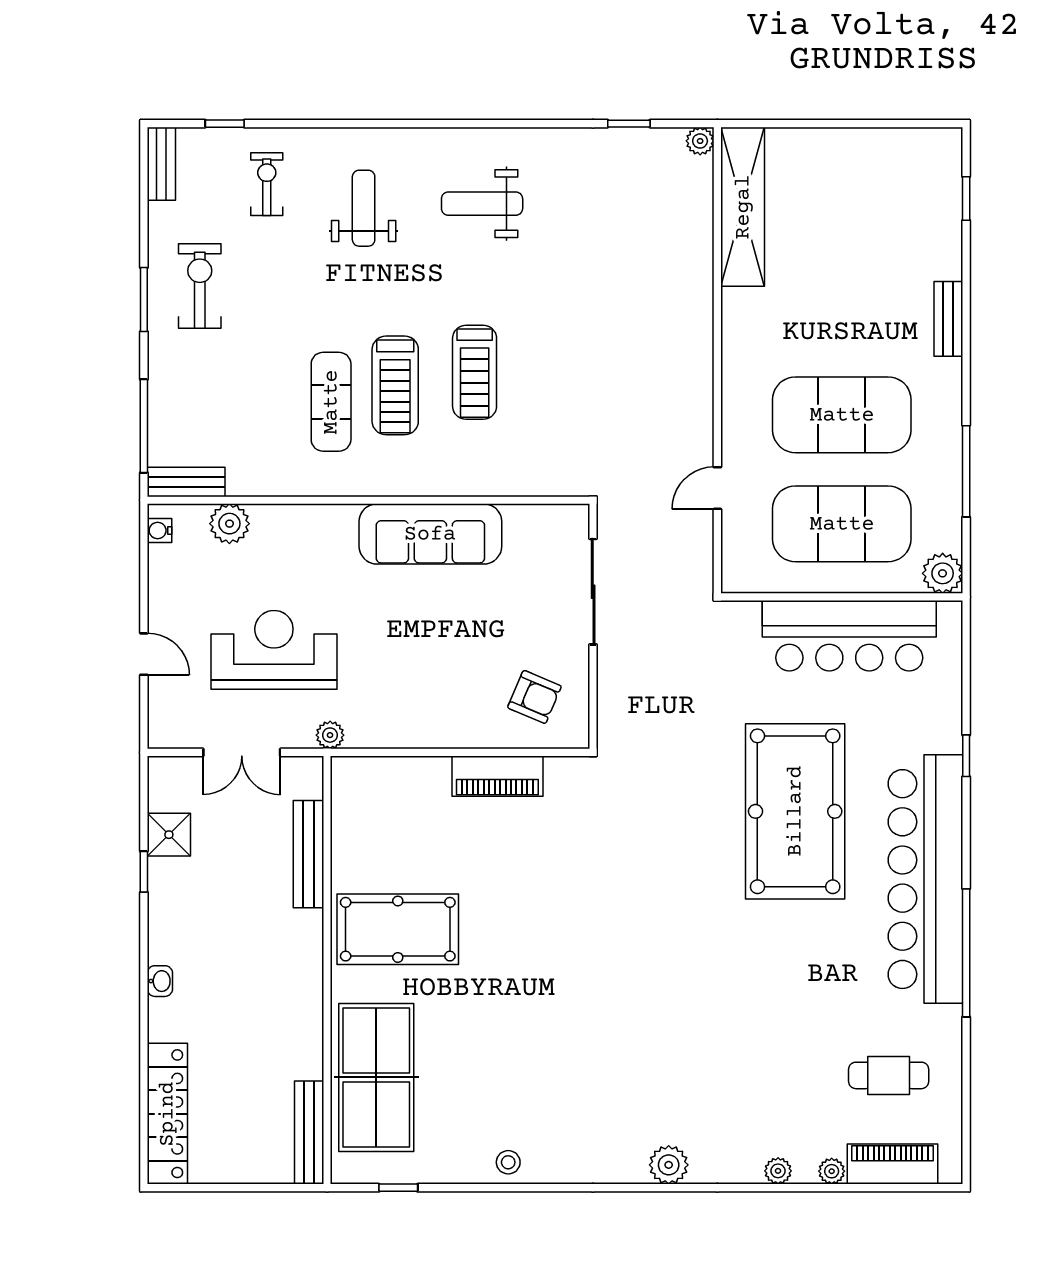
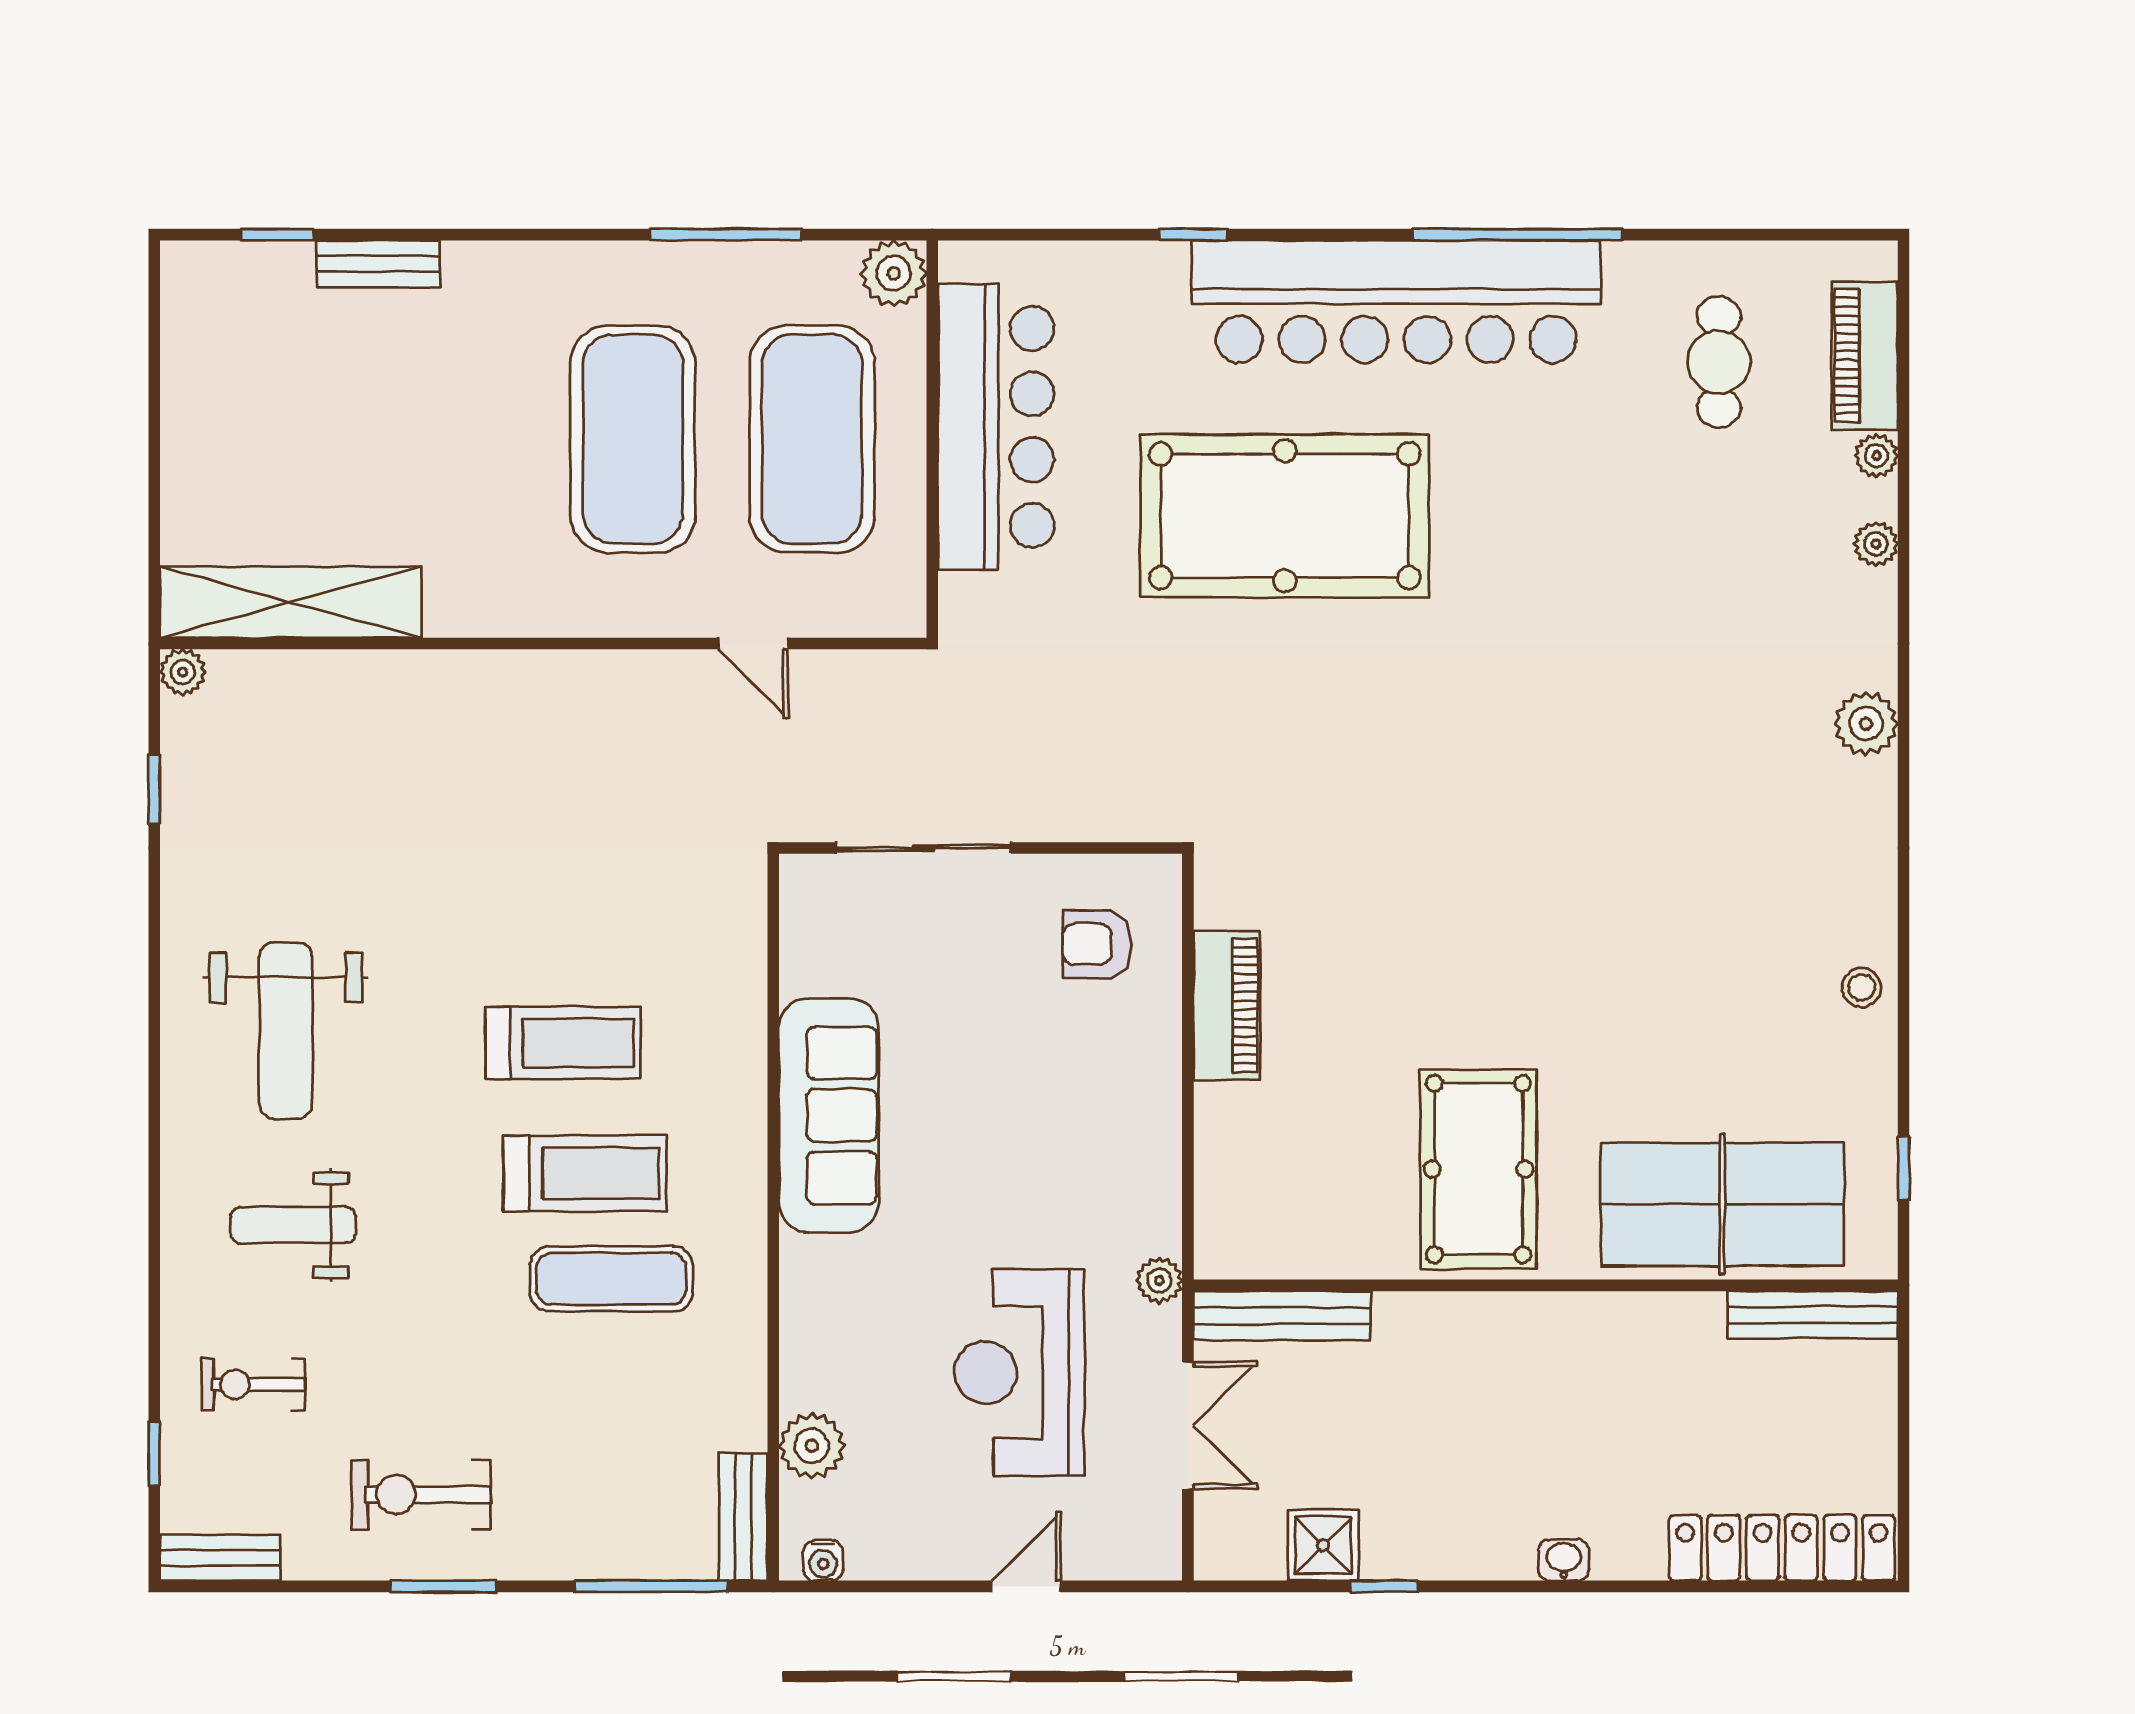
weight bench: (482, 204) -> (286, 1030), width x1.36, depth x1.33
bench: (948, 319) -> (378, 264), moved
armchair: (534, 697) -> (1097, 944), turned -113
bench: (308, 854) -> (1282, 1316), moved

